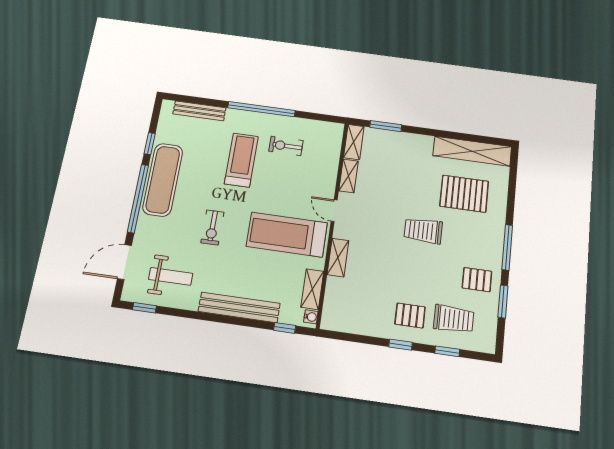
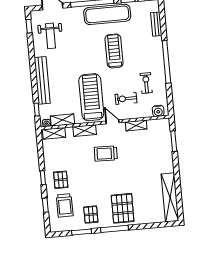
bench: (199, 111) -> (156, 24), width x0.73
water cooler: (334, 138) -> (158, 111), added
shelving: (354, 142) -> (54, 133), moved
treadmill: (241, 160) -> (114, 51), moved, turned -90
pallet: (464, 194) -> (123, 208), moved
door: (334, 211) -> (112, 122), hinge flipped
exercise bike: (212, 227) -> (126, 99), moved
trolley: (423, 231) -> (106, 154), moved, turned -88

